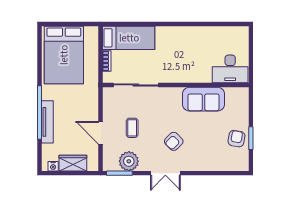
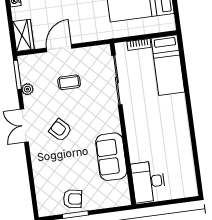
plant: (129, 161) -> (27, 89), width x0.53, depth x0.53
wardrobe: (73, 163) -> (23, 35), moved

